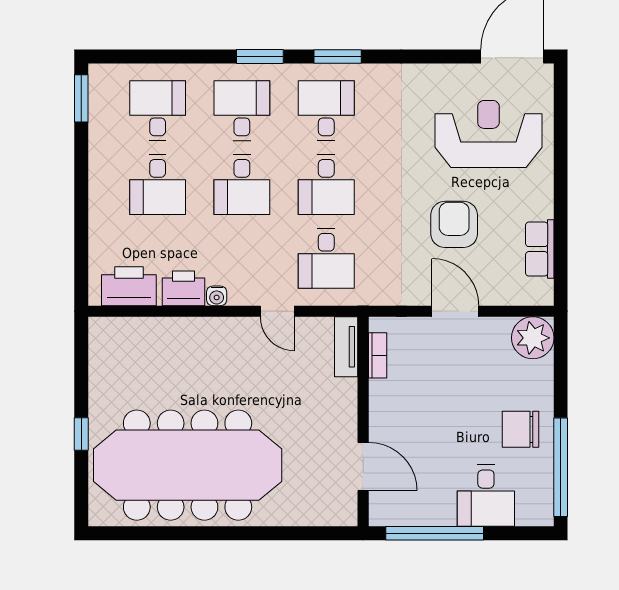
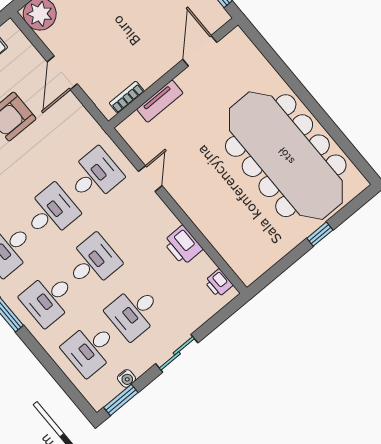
desk: (158, 185) -> (134, 312), turned 180
sliding door: (81, 193) -> (177, 353), added
printer: (129, 286) -> (219, 283), width x0.53, depth x0.68
water cooler: (217, 296) -> (126, 378), moved, turned 90
tv unit: (346, 347) -> (160, 101), moved

